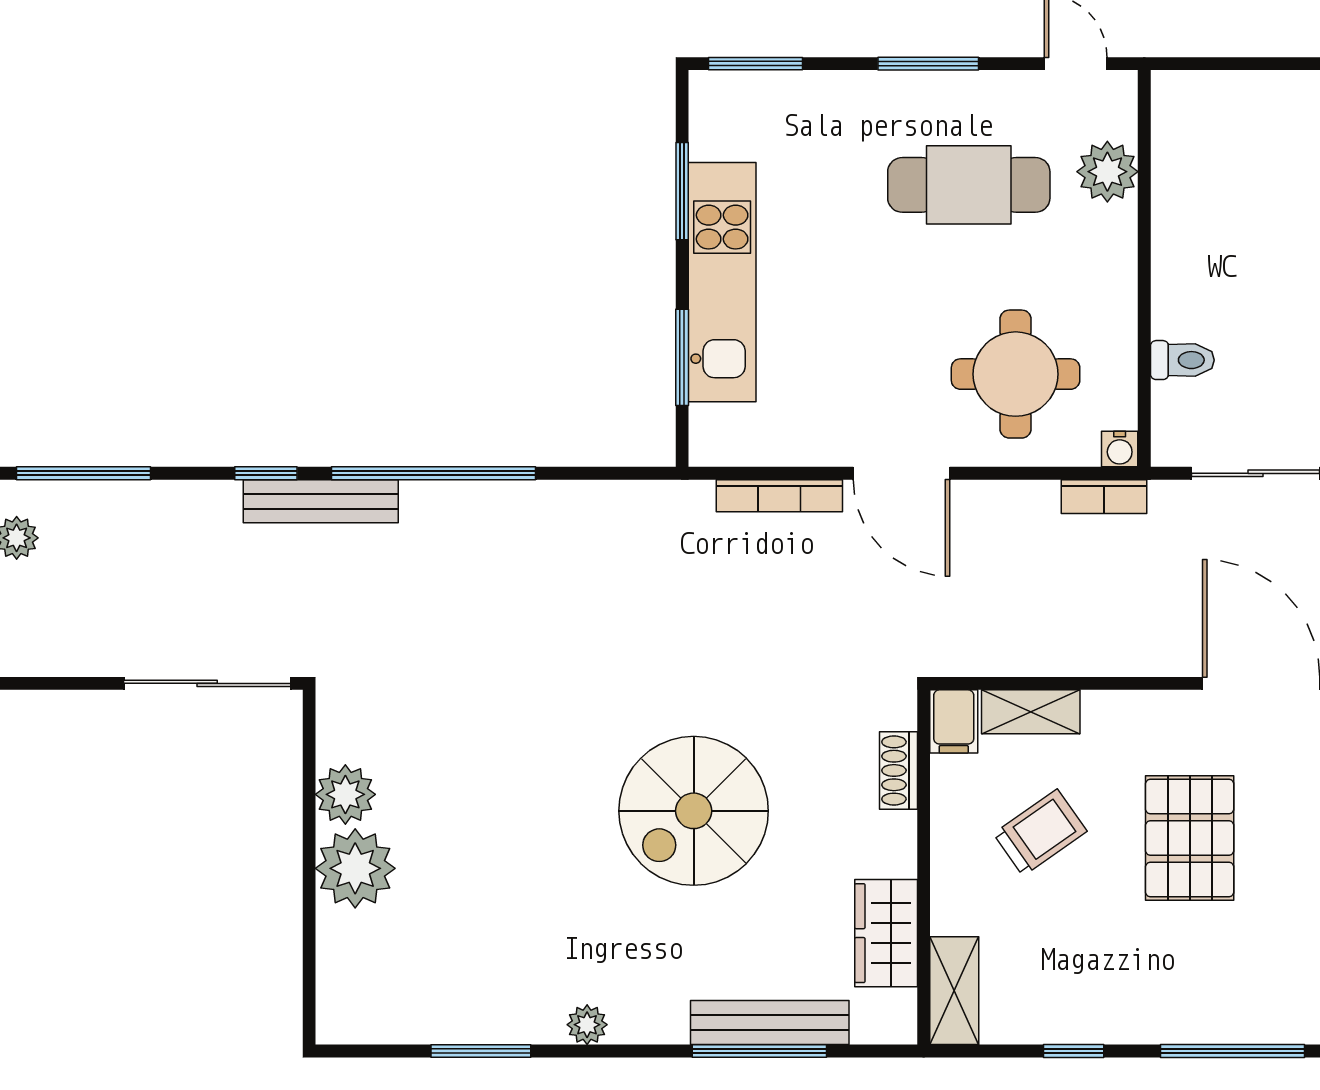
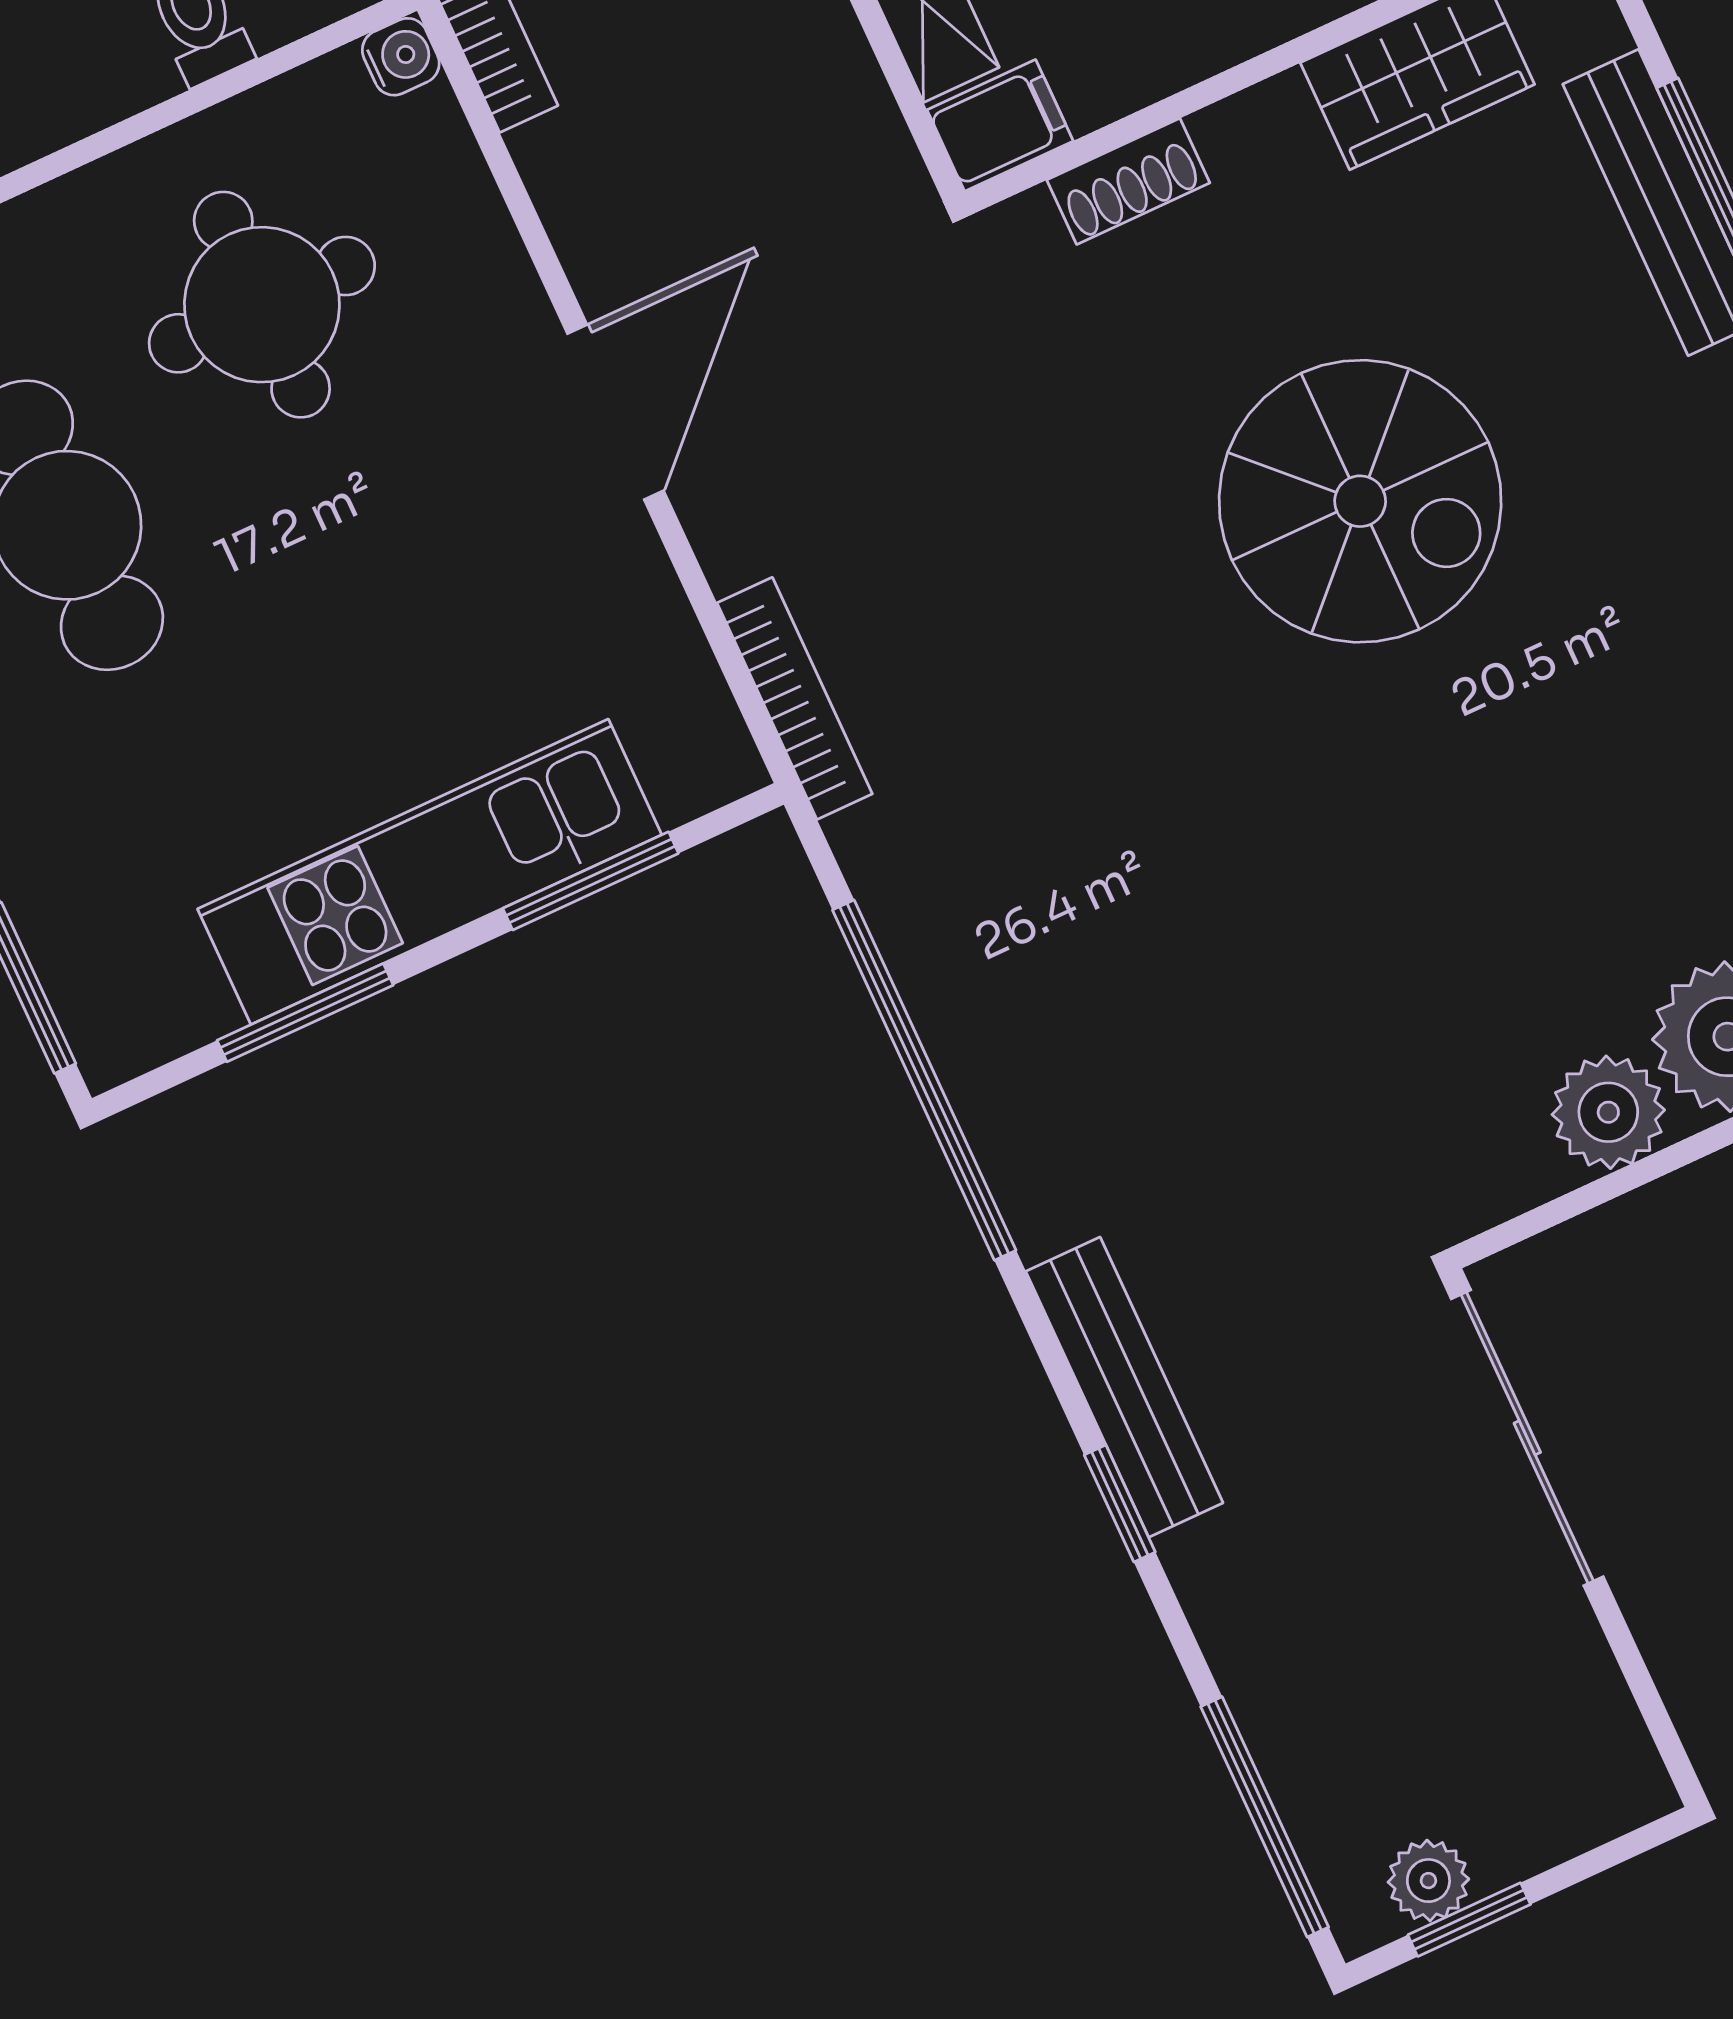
round table: (1016, 374) -> (262, 305), moved
window: (434, 473) -> (924, 1080), moved
bookcase: (779, 496) -> (795, 698), moved

